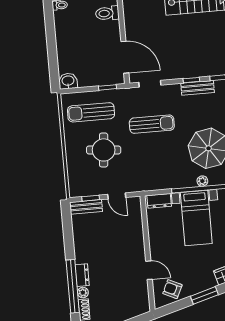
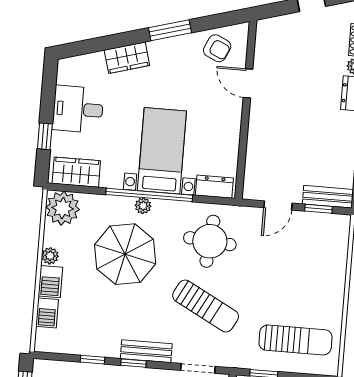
bench: (198, 88) -> (146, 351), moved
sun lounger: (152, 124) -> (206, 306), turned -152
round table: (104, 150) -> (210, 241), moved
door: (117, 196) -> (278, 205), swing flipped

